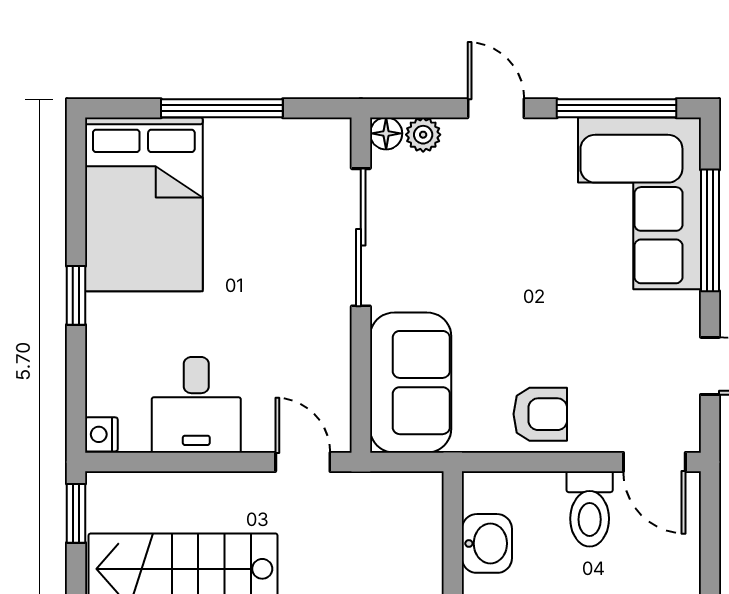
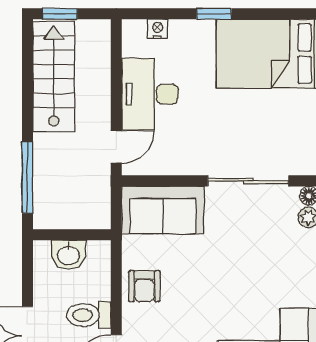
desk: (196, 405) -> (150, 94), width x1.37
nightstand: (101, 434) -> (158, 29), moved
window: (76, 513) -> (60, 14), moved

